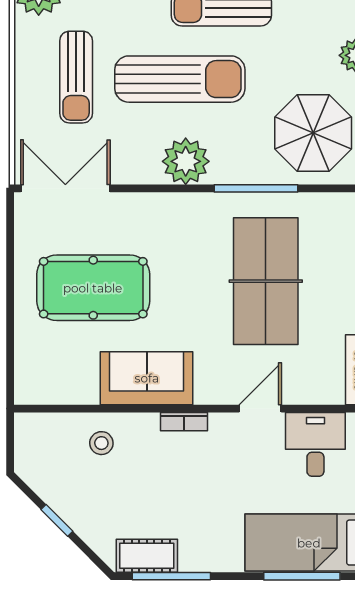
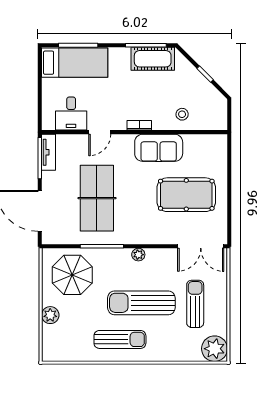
plant: (186, 161) -> (138, 255), width x0.53, depth x0.53
cot: (147, 556) -> (153, 59), width x1.37, depth x1.34

